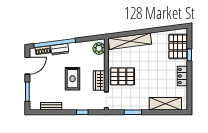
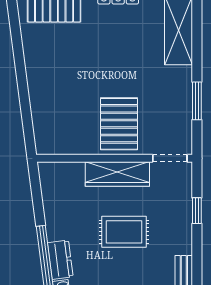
shelving: (130, 41) -> (43, 107), removed
plant: (99, 48) -> (58, 174), removed
wardrobe: (99, 81) -> (117, 174), width x1.50

